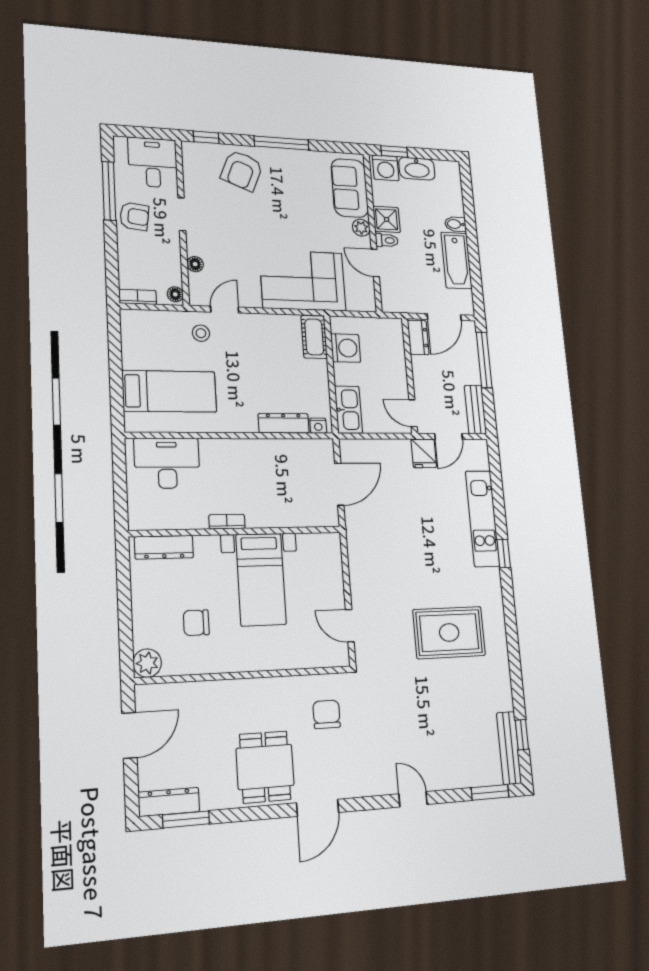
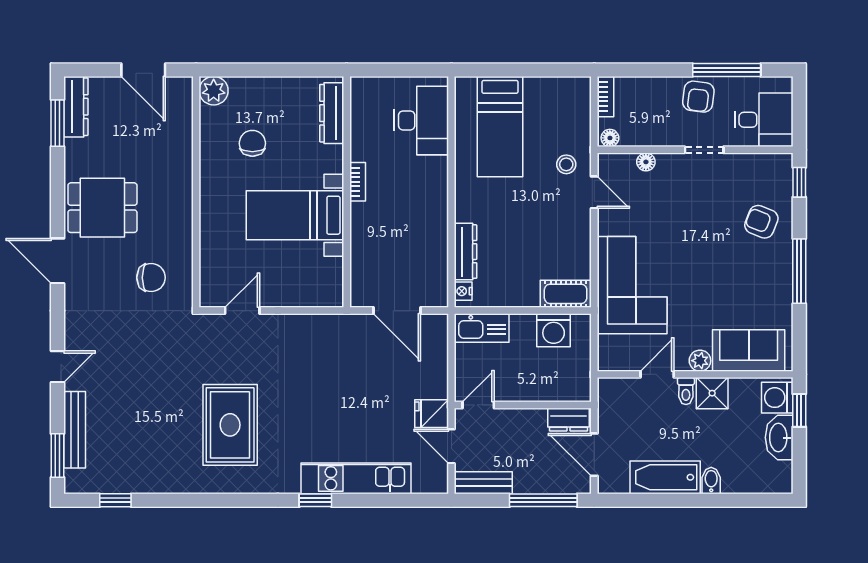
armchair: (242, 171) -> (761, 222), width x0.72, depth x0.72
bench: (509, 748) -> (75, 430), moved, turned 90

